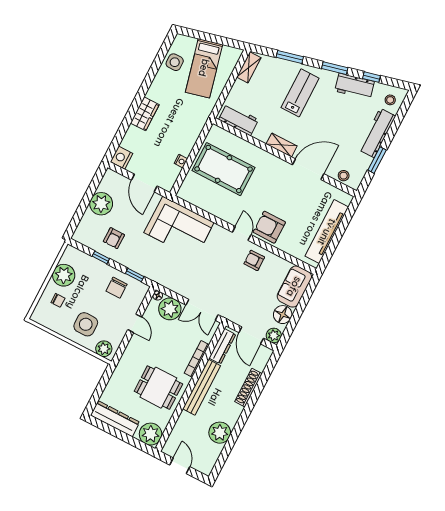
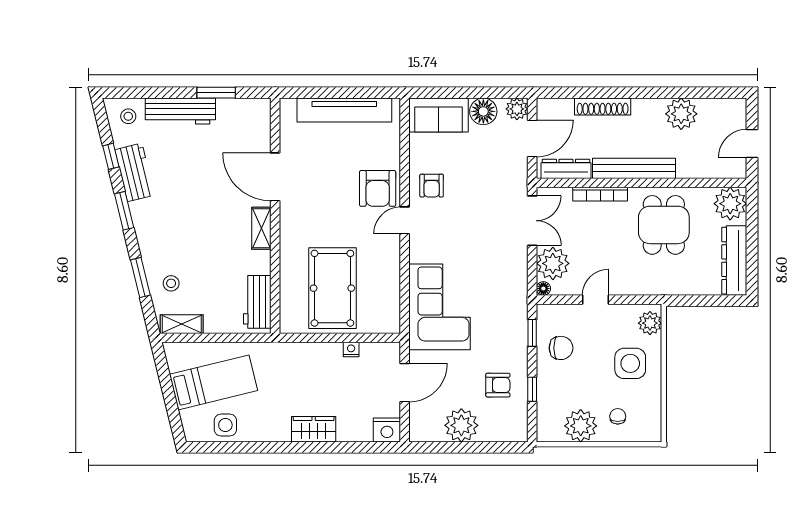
lab bench: (300, 93) -> (180, 240), removed
stool: (344, 176) -> (171, 283), moved

